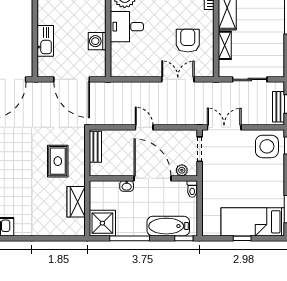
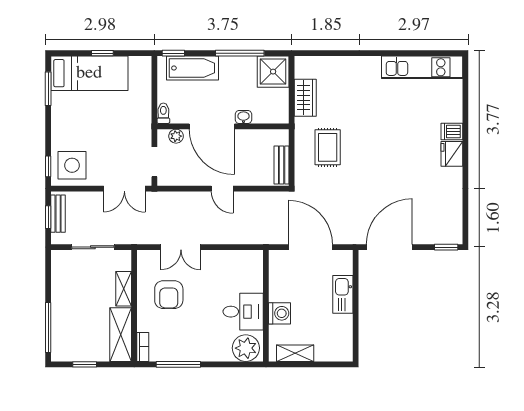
washing machine: (97, 41) -> (280, 313), moved

